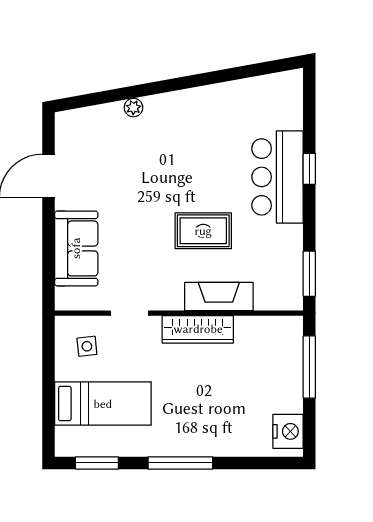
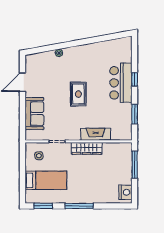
rug: (203, 231) -> (78, 94), moved, turned 90
window: (309, 274) -> (135, 114), moved

